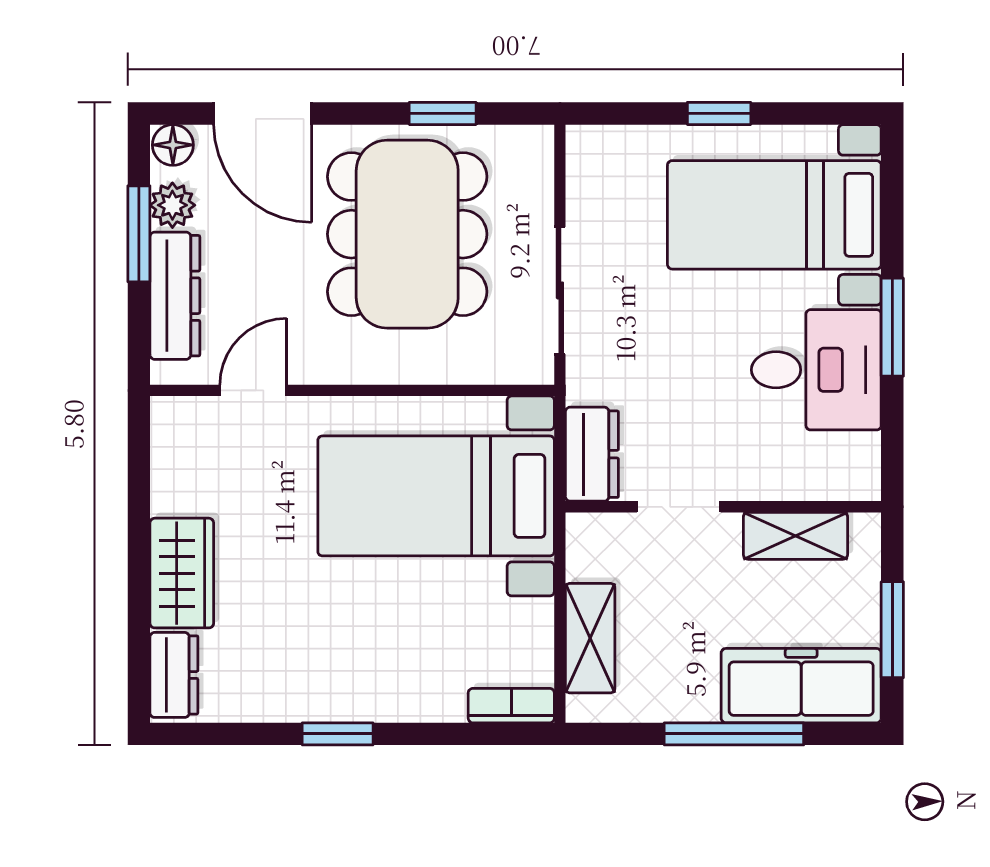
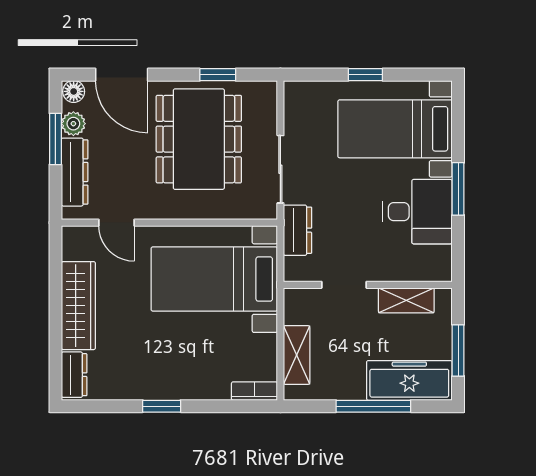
door: (253, 390) -> (117, 223), swing flipped
dresser: (592, 454) -> (298, 230), moved
wardrobe: (182, 573) -> (78, 306), width x1.50

